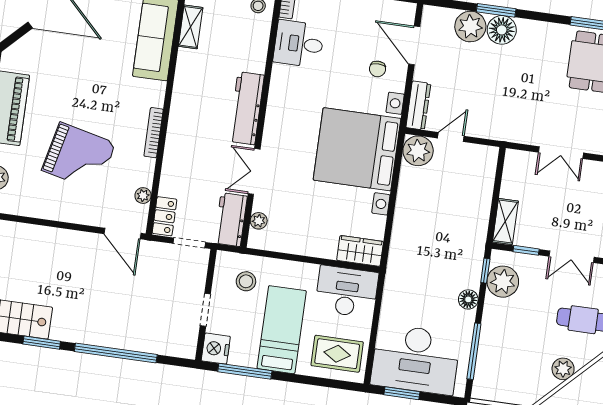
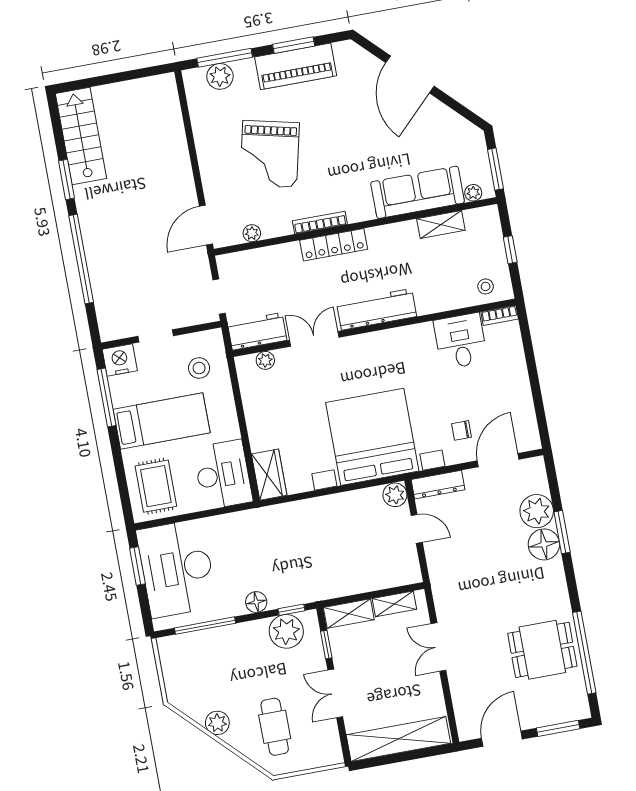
plant: (418, 151) -> (395, 495), width x0.73, depth x0.73
shelving: (510, 179) -> (394, 604), added
locker: (164, 216) -> (334, 245), moved, width x1.53

